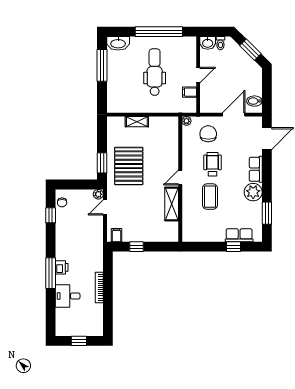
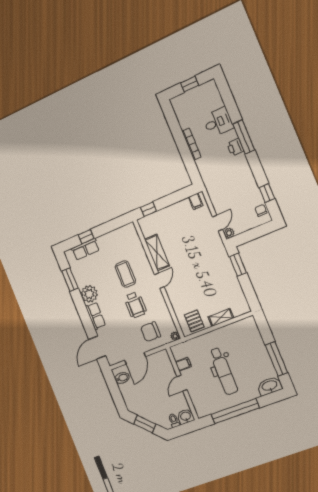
chair: (208, 134) -> (151, 332), turned 90
pallet: (129, 166) -> (194, 321), moved, width x0.49, depth x0.50
window: (136, 247) -> (148, 209), moved

